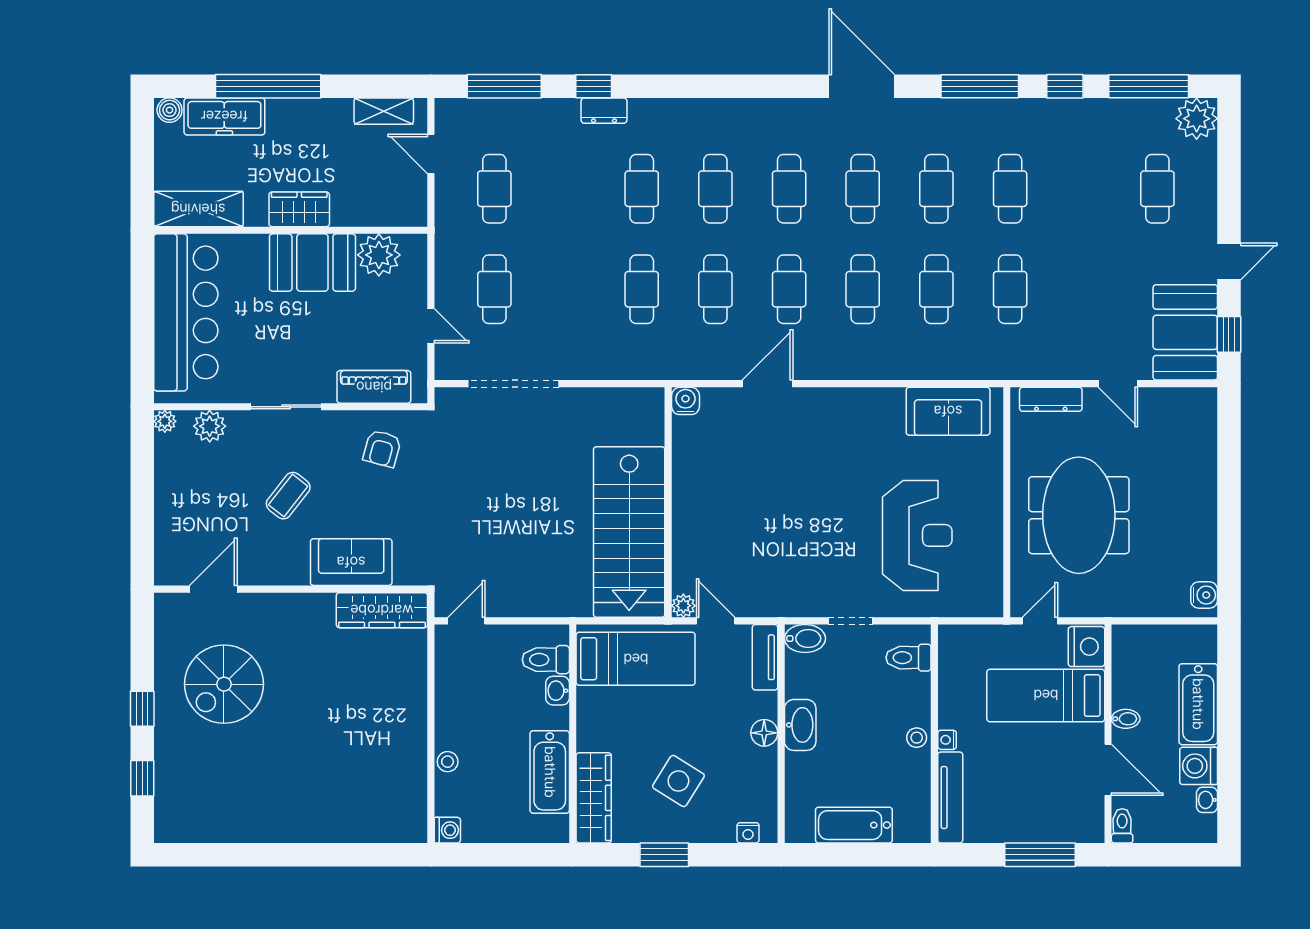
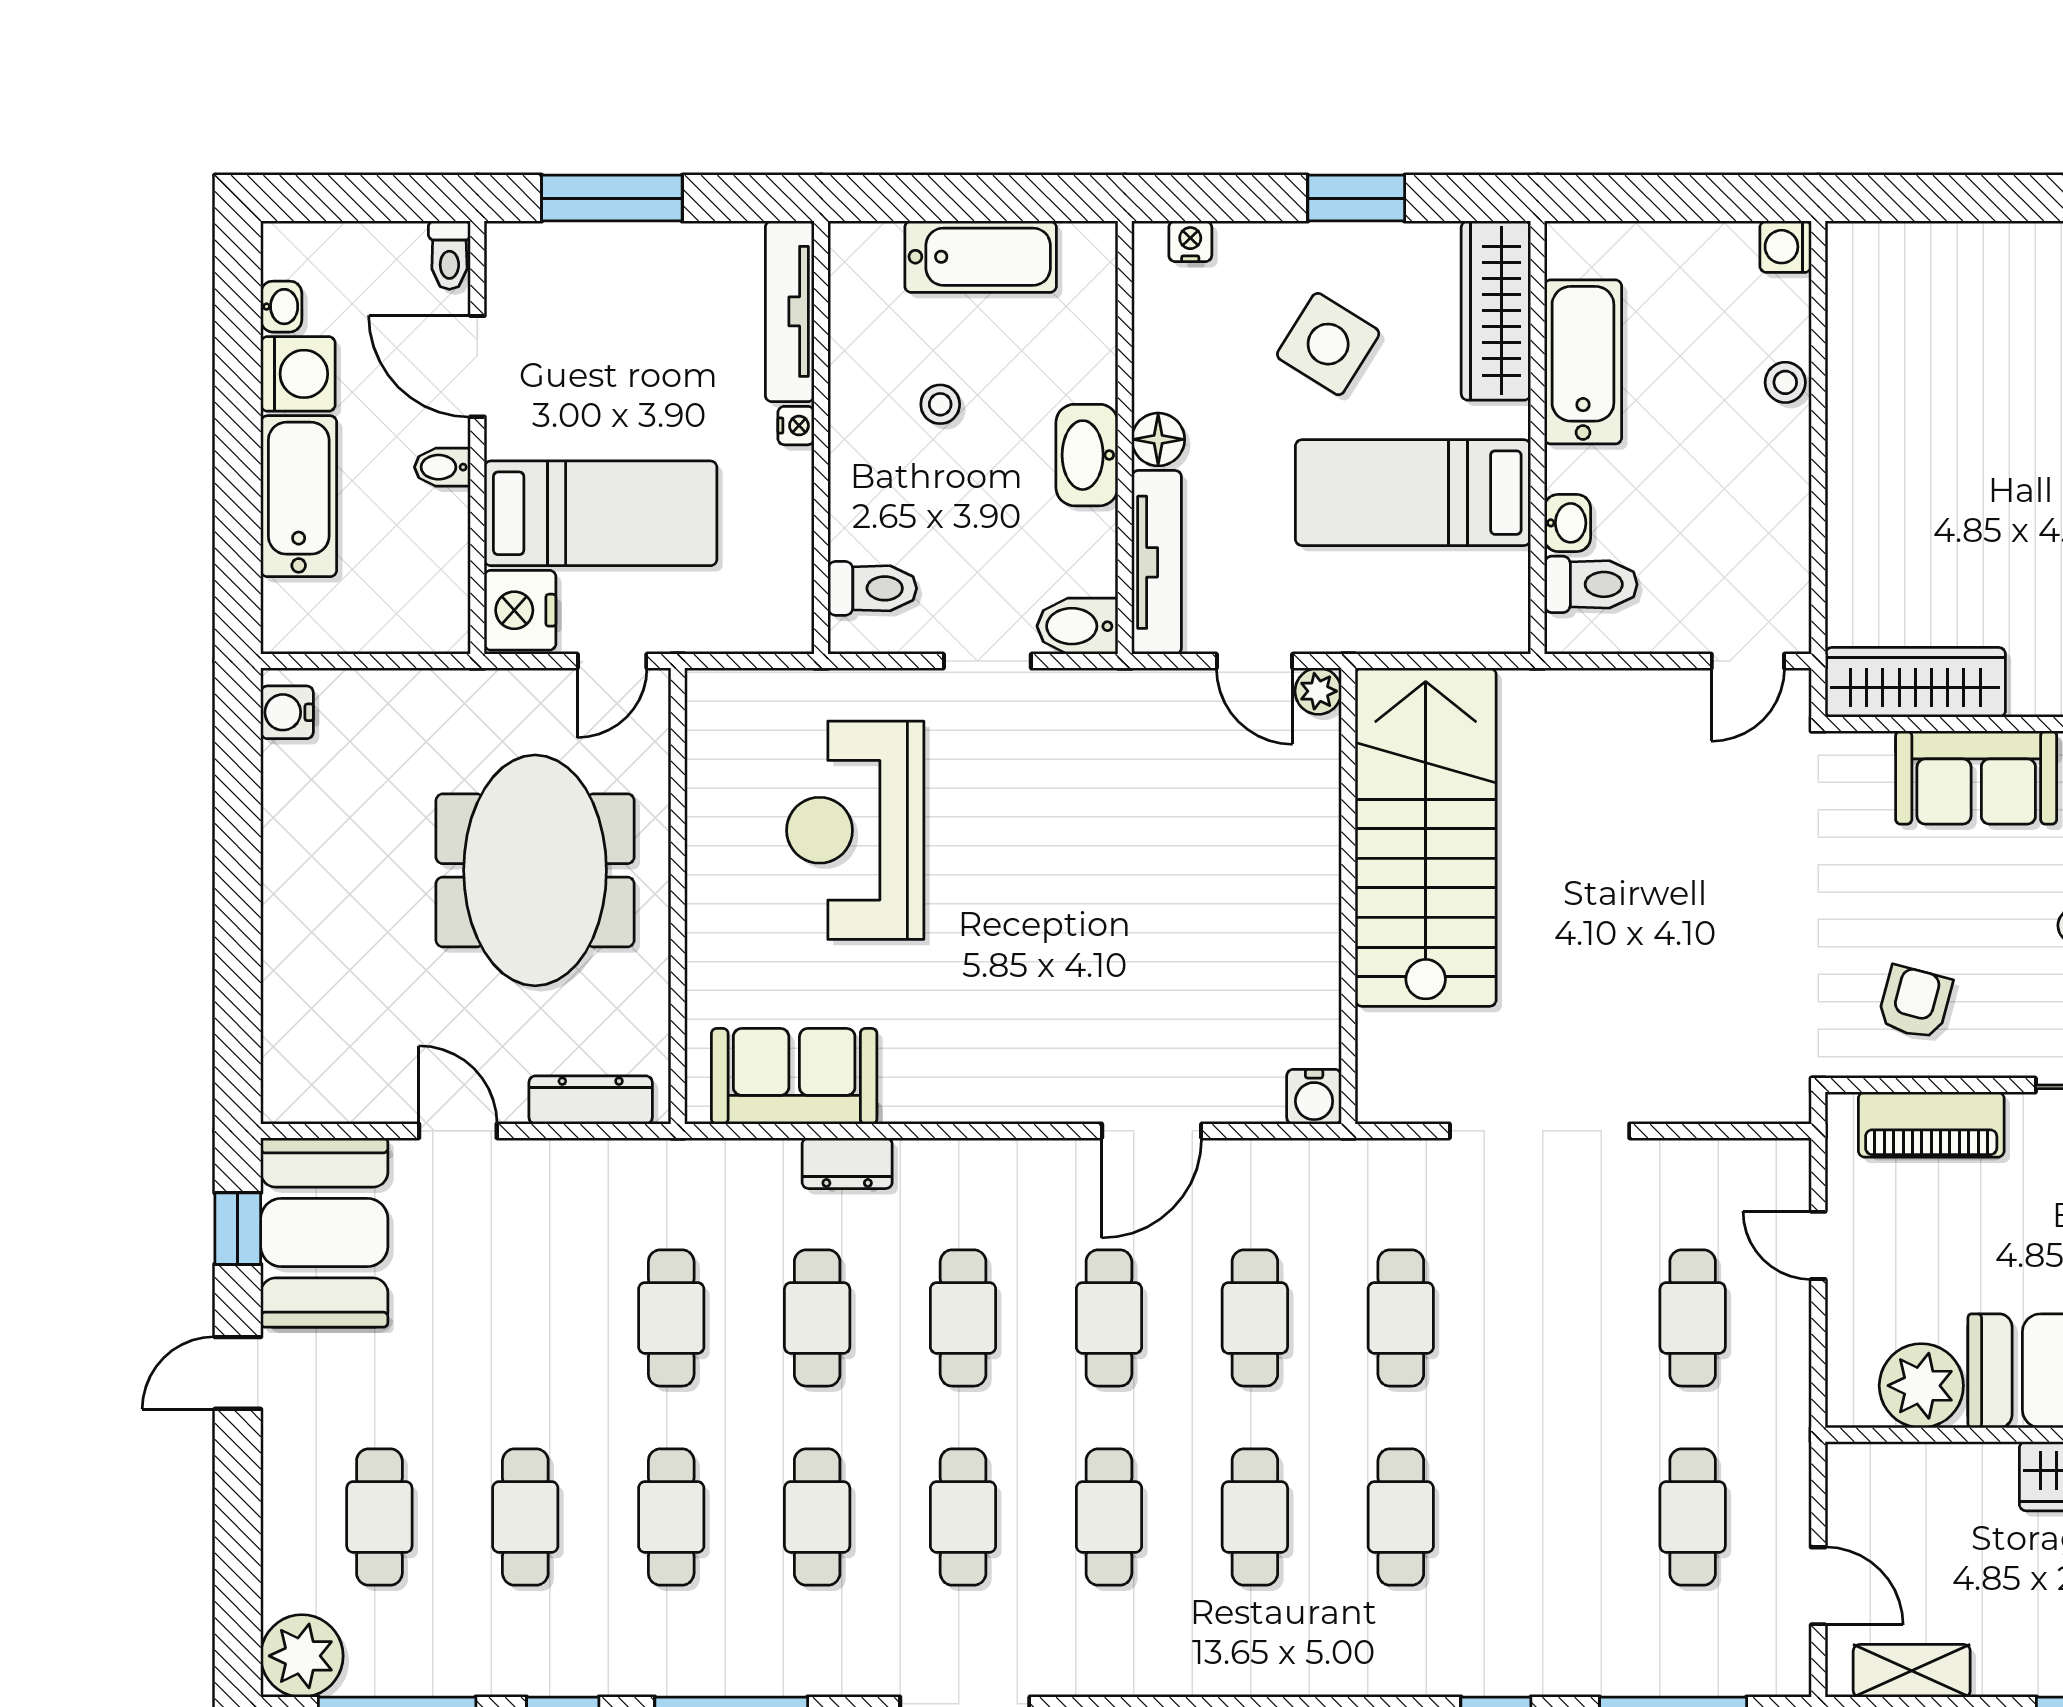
dresser: (604, 111) -> (847, 1163), moved, turned 180
cafe table: (1084, 189) -> (525, 1517), added
doorway: (513, 384) -> (1540, 1131), moved
tv unit: (765, 657) -> (1157, 562), width x1.41
bed: (636, 659) -> (1413, 493), moved
stool: (917, 738) -> (940, 404), moved

